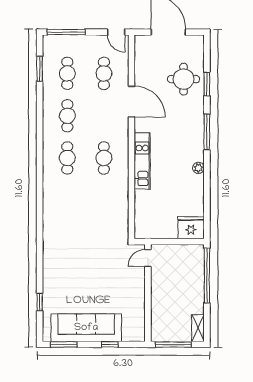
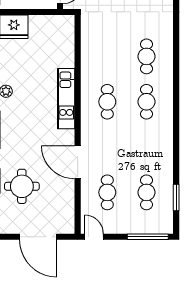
cafe table: (67, 116) -> (146, 56), moved

